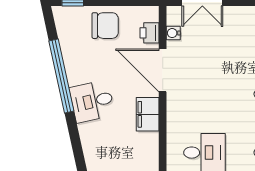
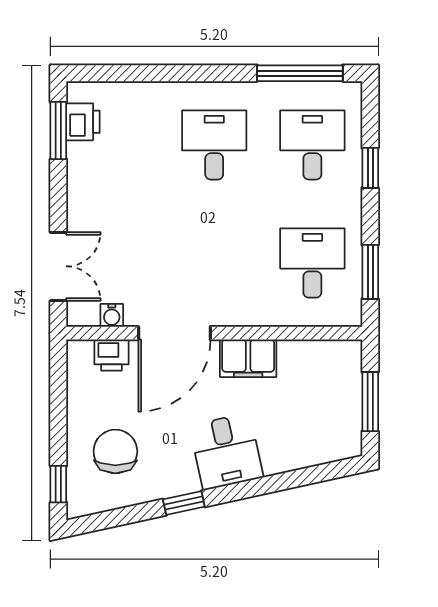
chair: (105, 26) -> (115, 451), moved
window: (61, 76) -> (184, 503), width x0.32

